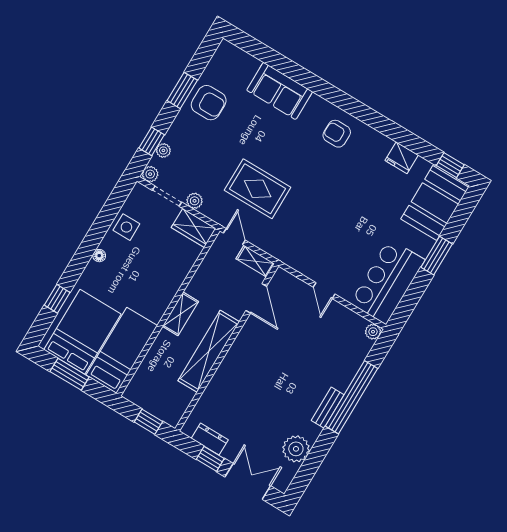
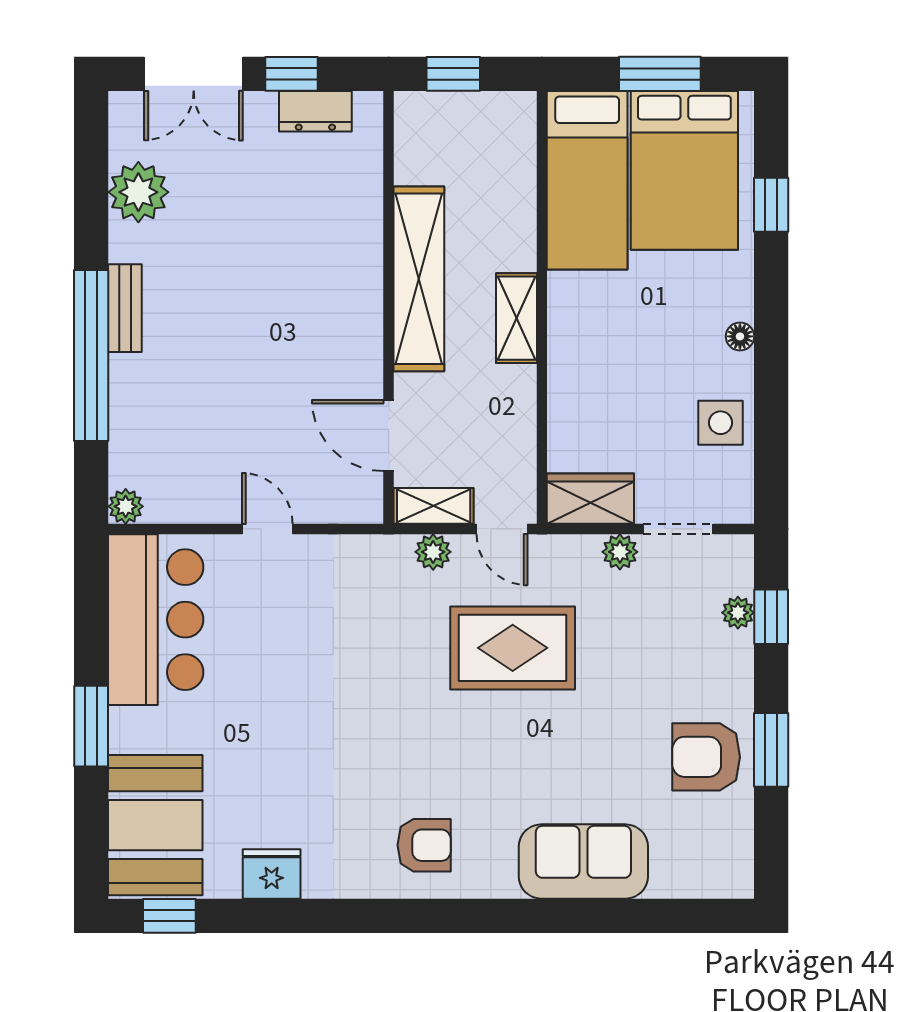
plant: (150, 174) -> (433, 552), moved

